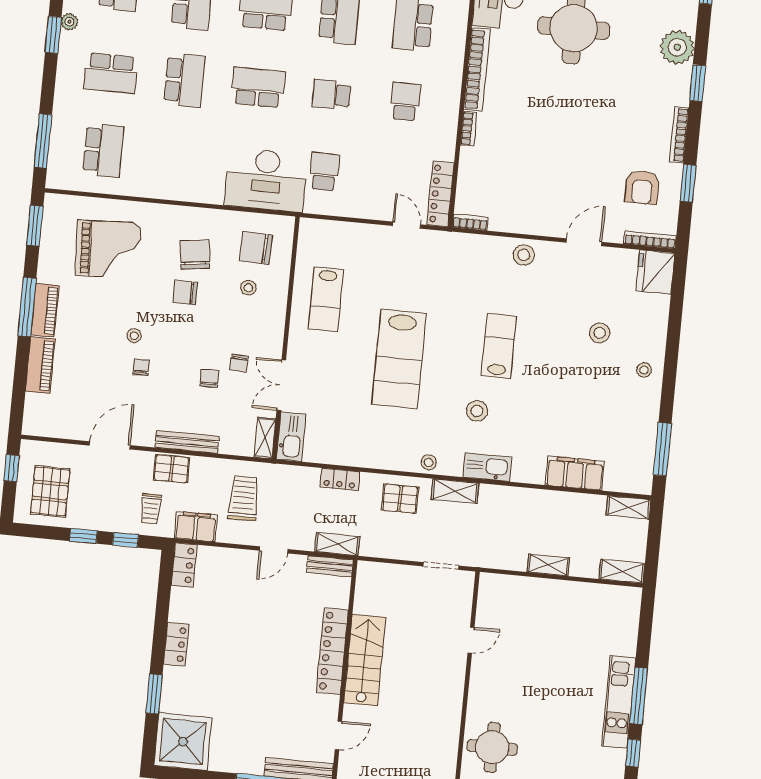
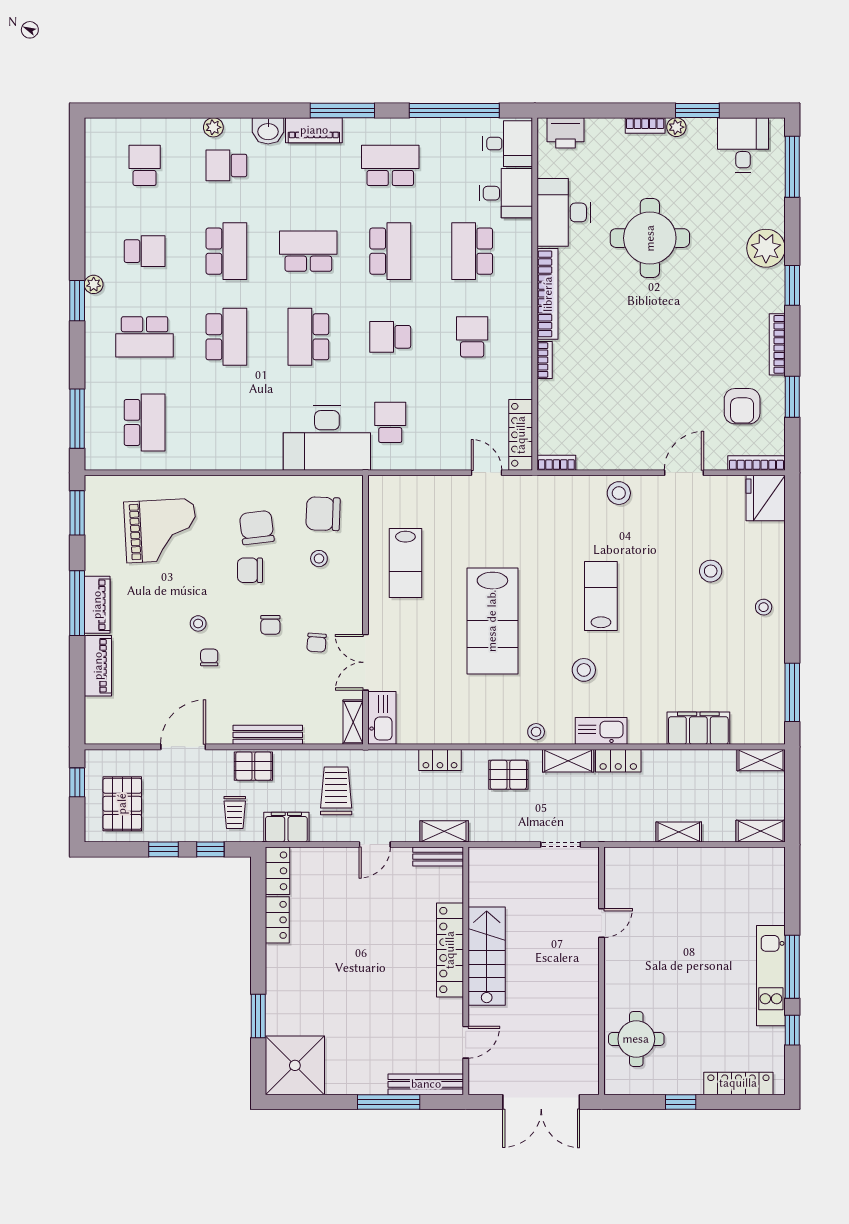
school desk: (258, 87) -> (308, 337), turned -90
chair: (209, 378) -> (270, 625), moved, turned 180
locker: (500, 496) -> (618, 761), added
locker: (176, 644) -> (277, 920), moved

